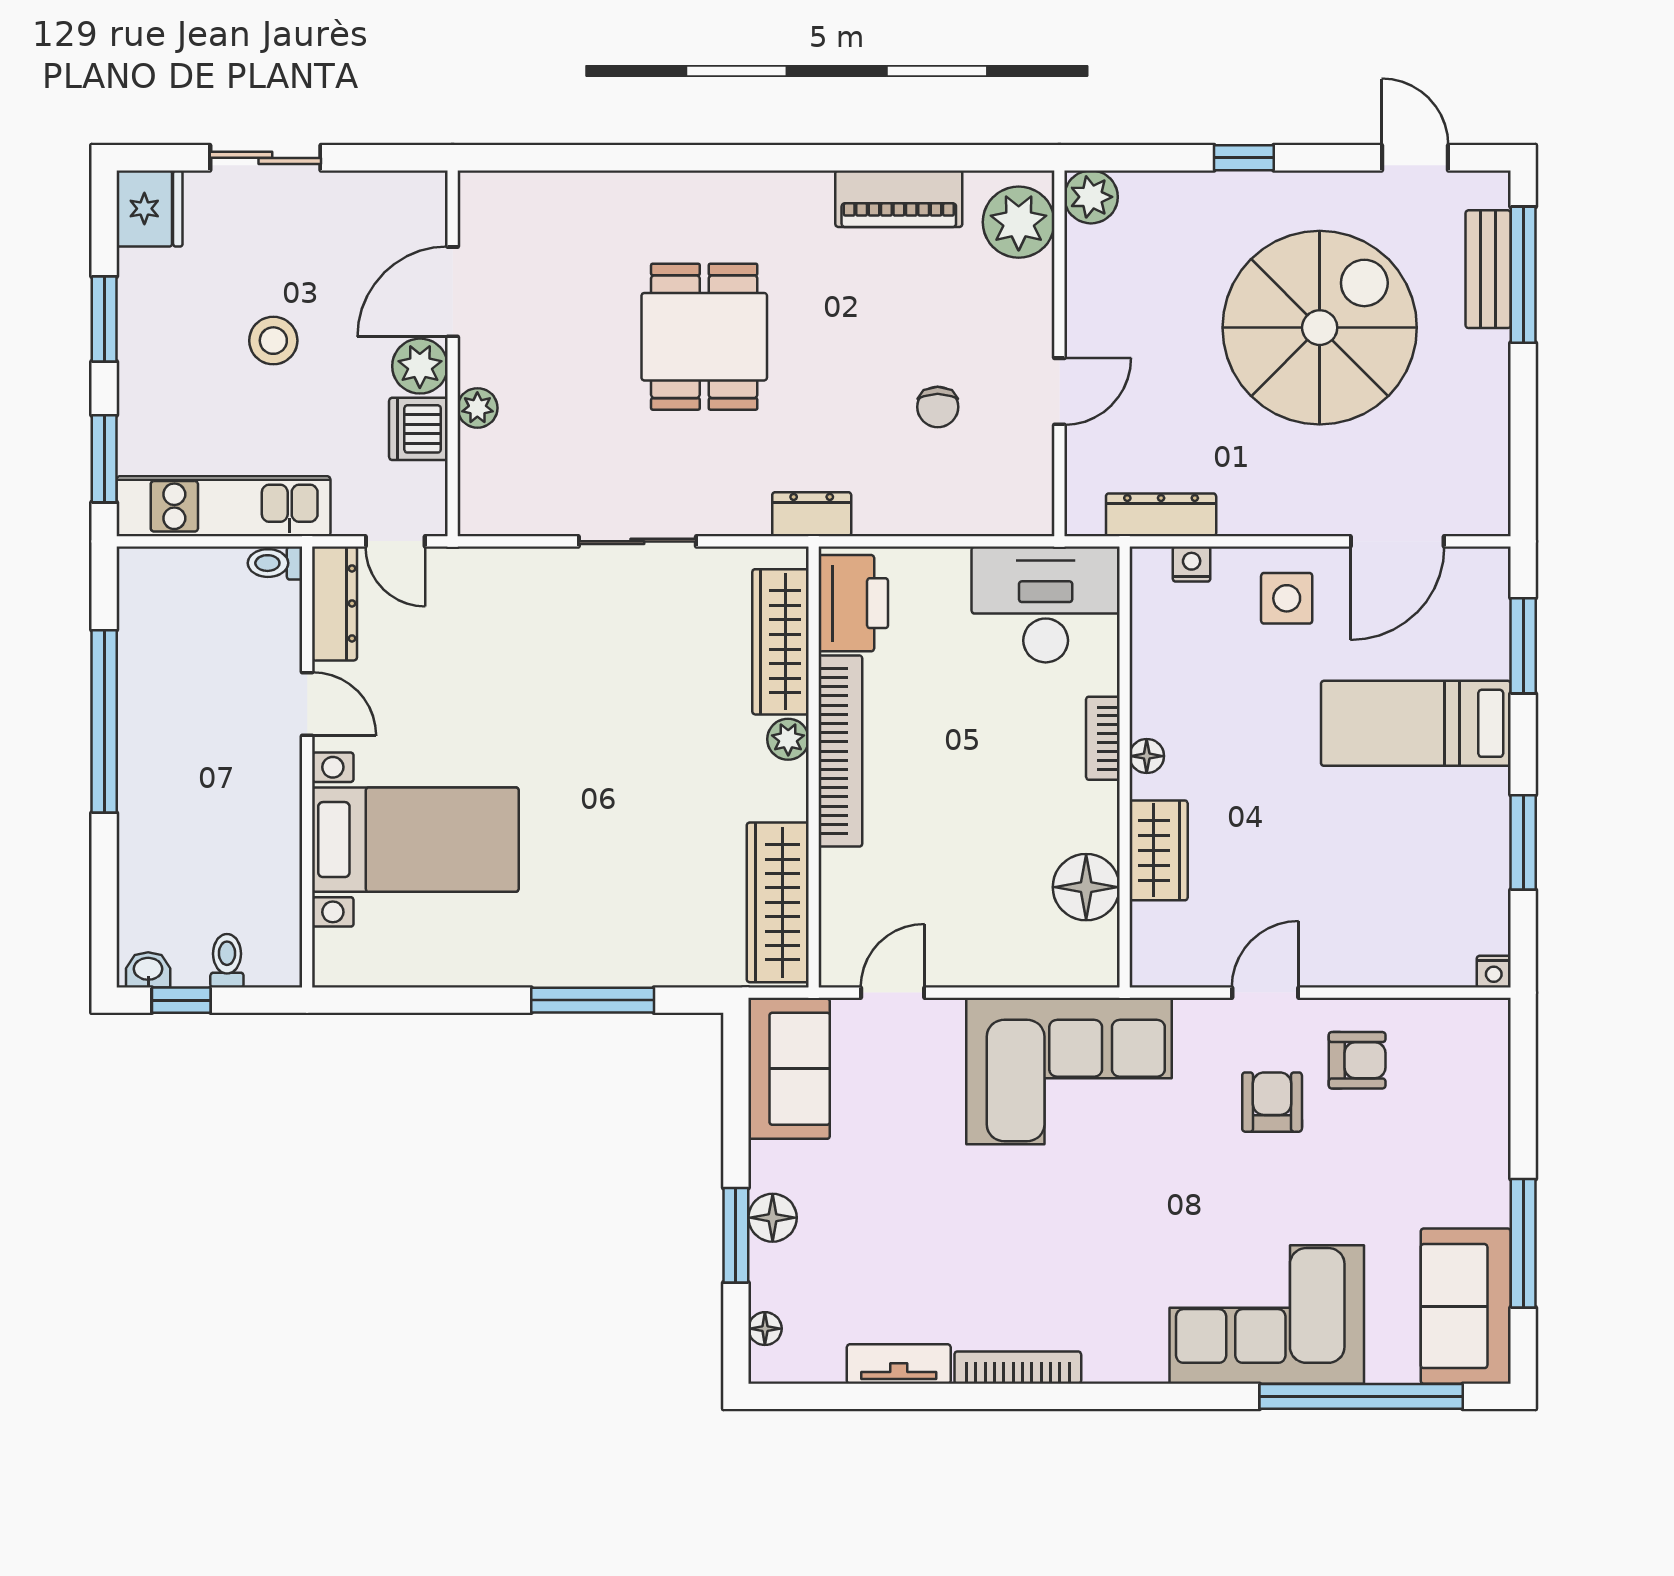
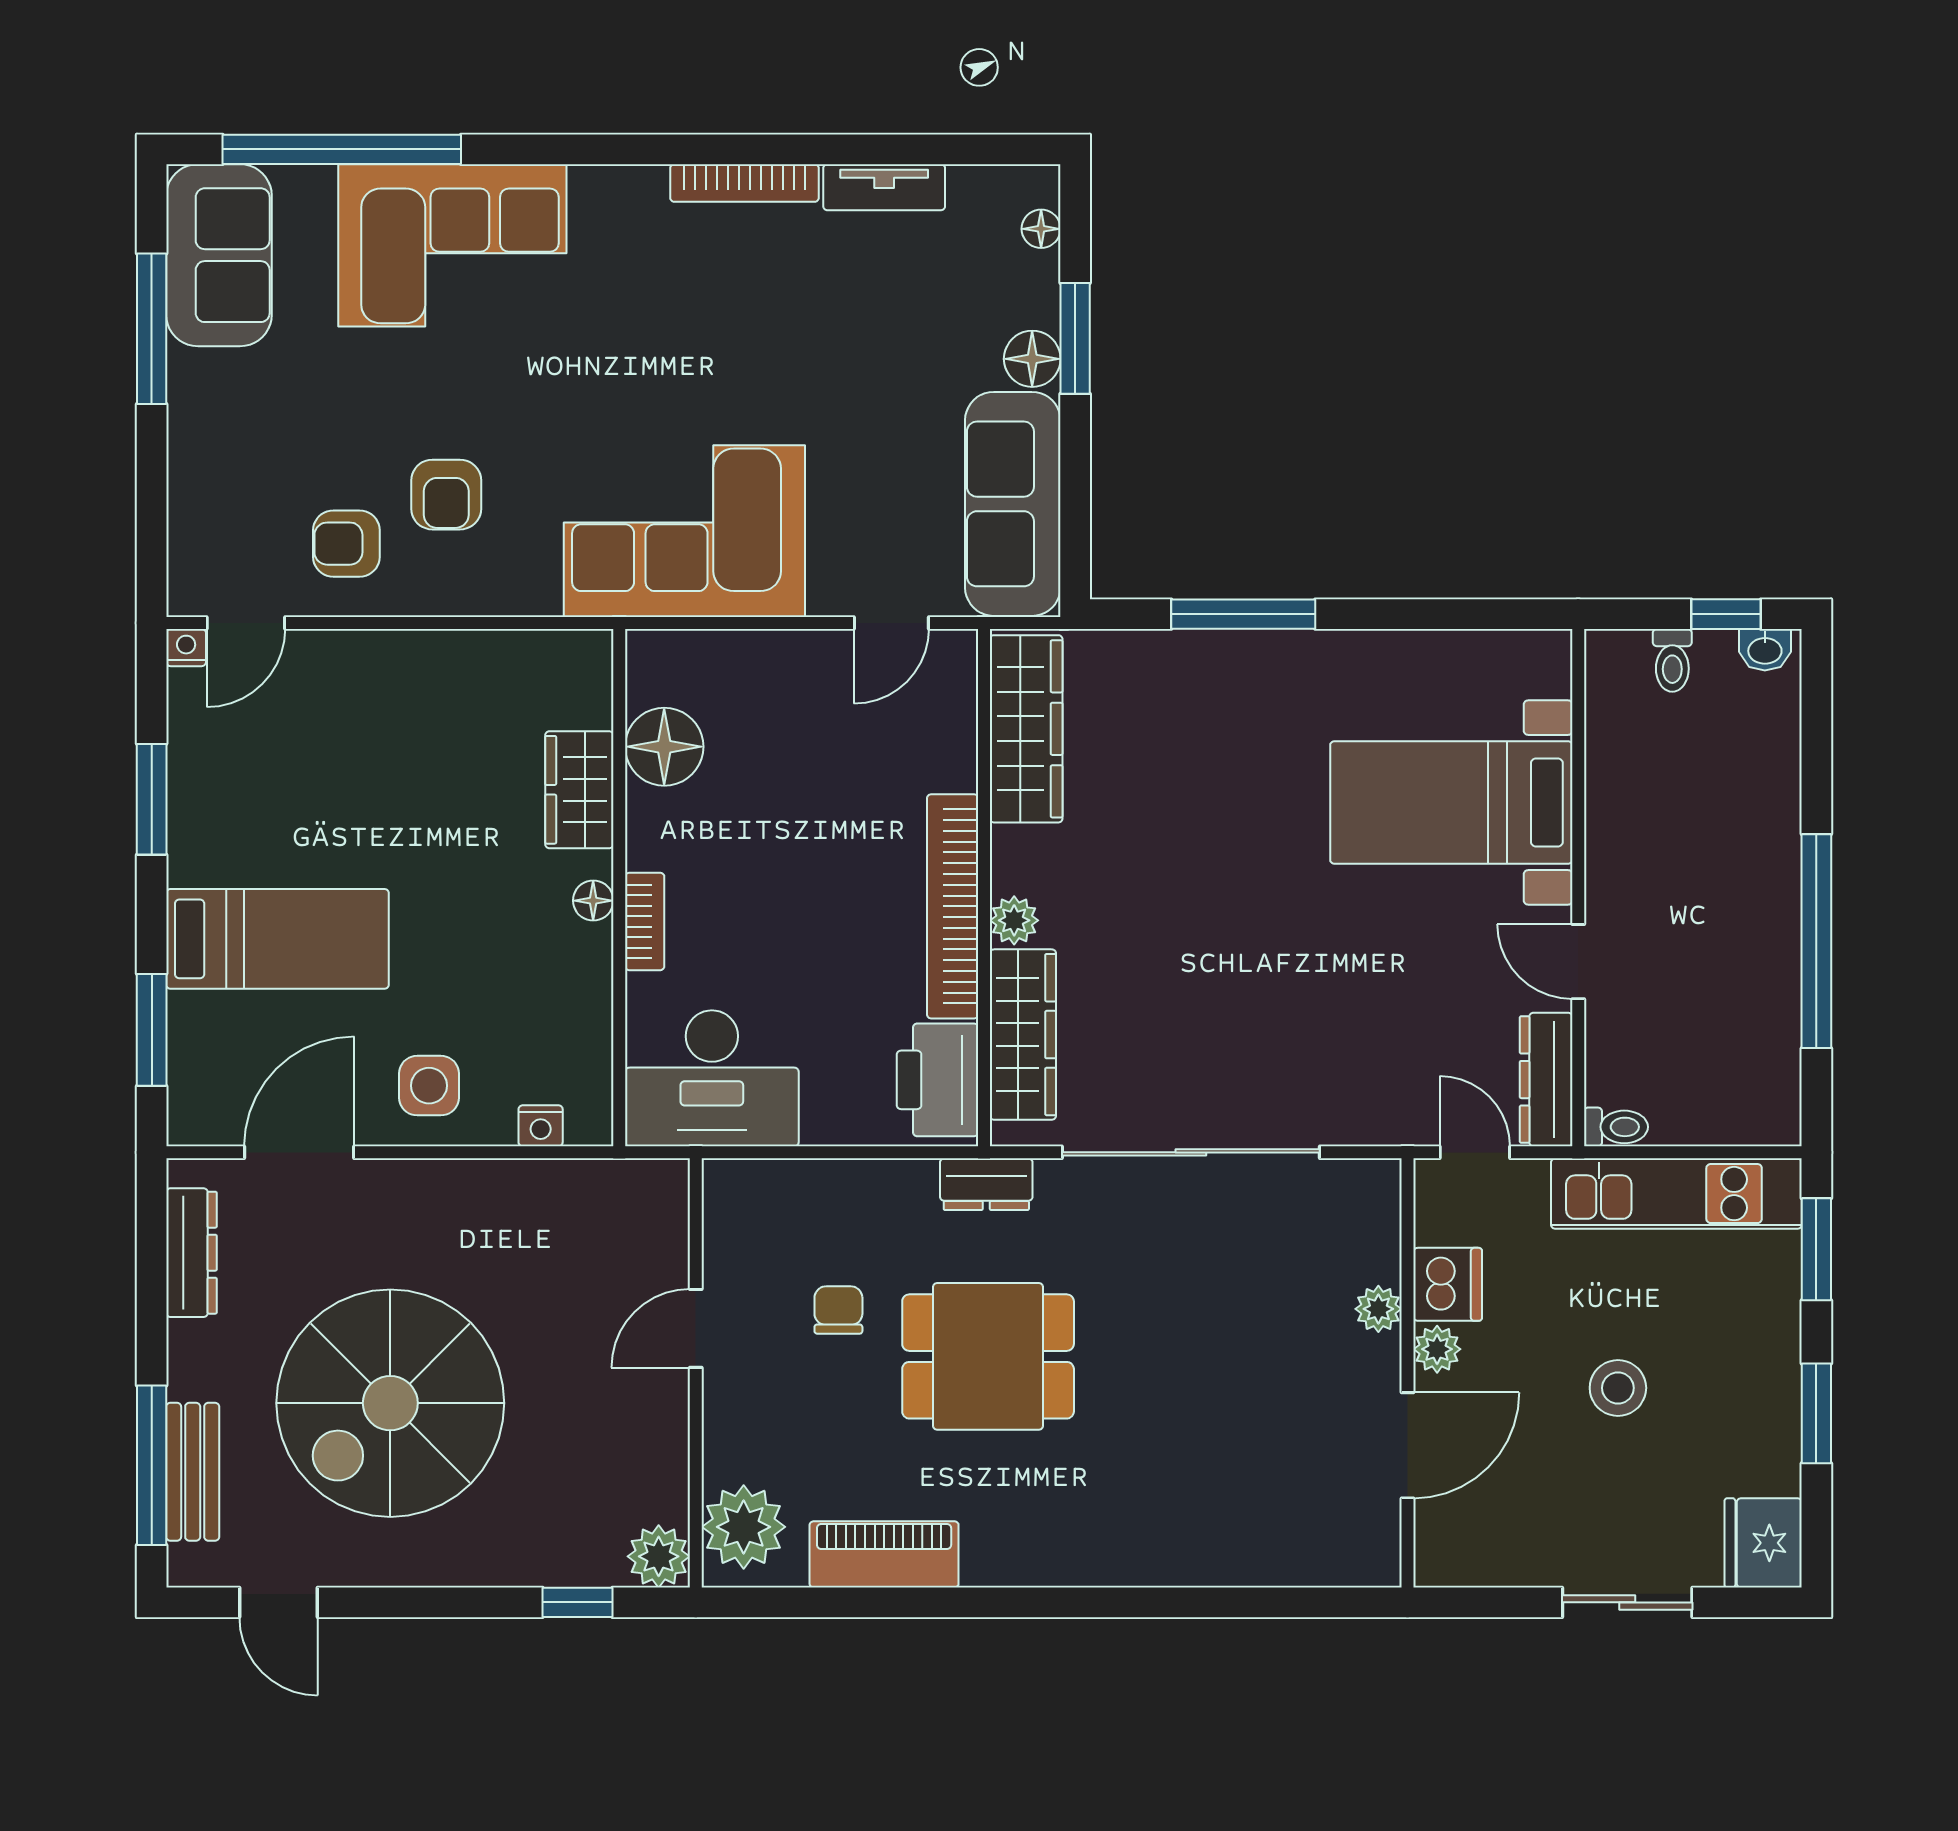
window: (1244, 158) -> (578, 1602), moved
dining table: (704, 337) -> (988, 1356), moved, turned 90
plant: (420, 366) -> (1437, 1349), width x0.73, depth x0.73
dresser: (1161, 515) -> (191, 1253), moved, turned -90
sliding door: (637, 541) -> (1191, 1152), width x1.86
door: (1265, 993) -> (246, 623), moved
sofa: (789, 1069) -> (1013, 504), width x1.36

